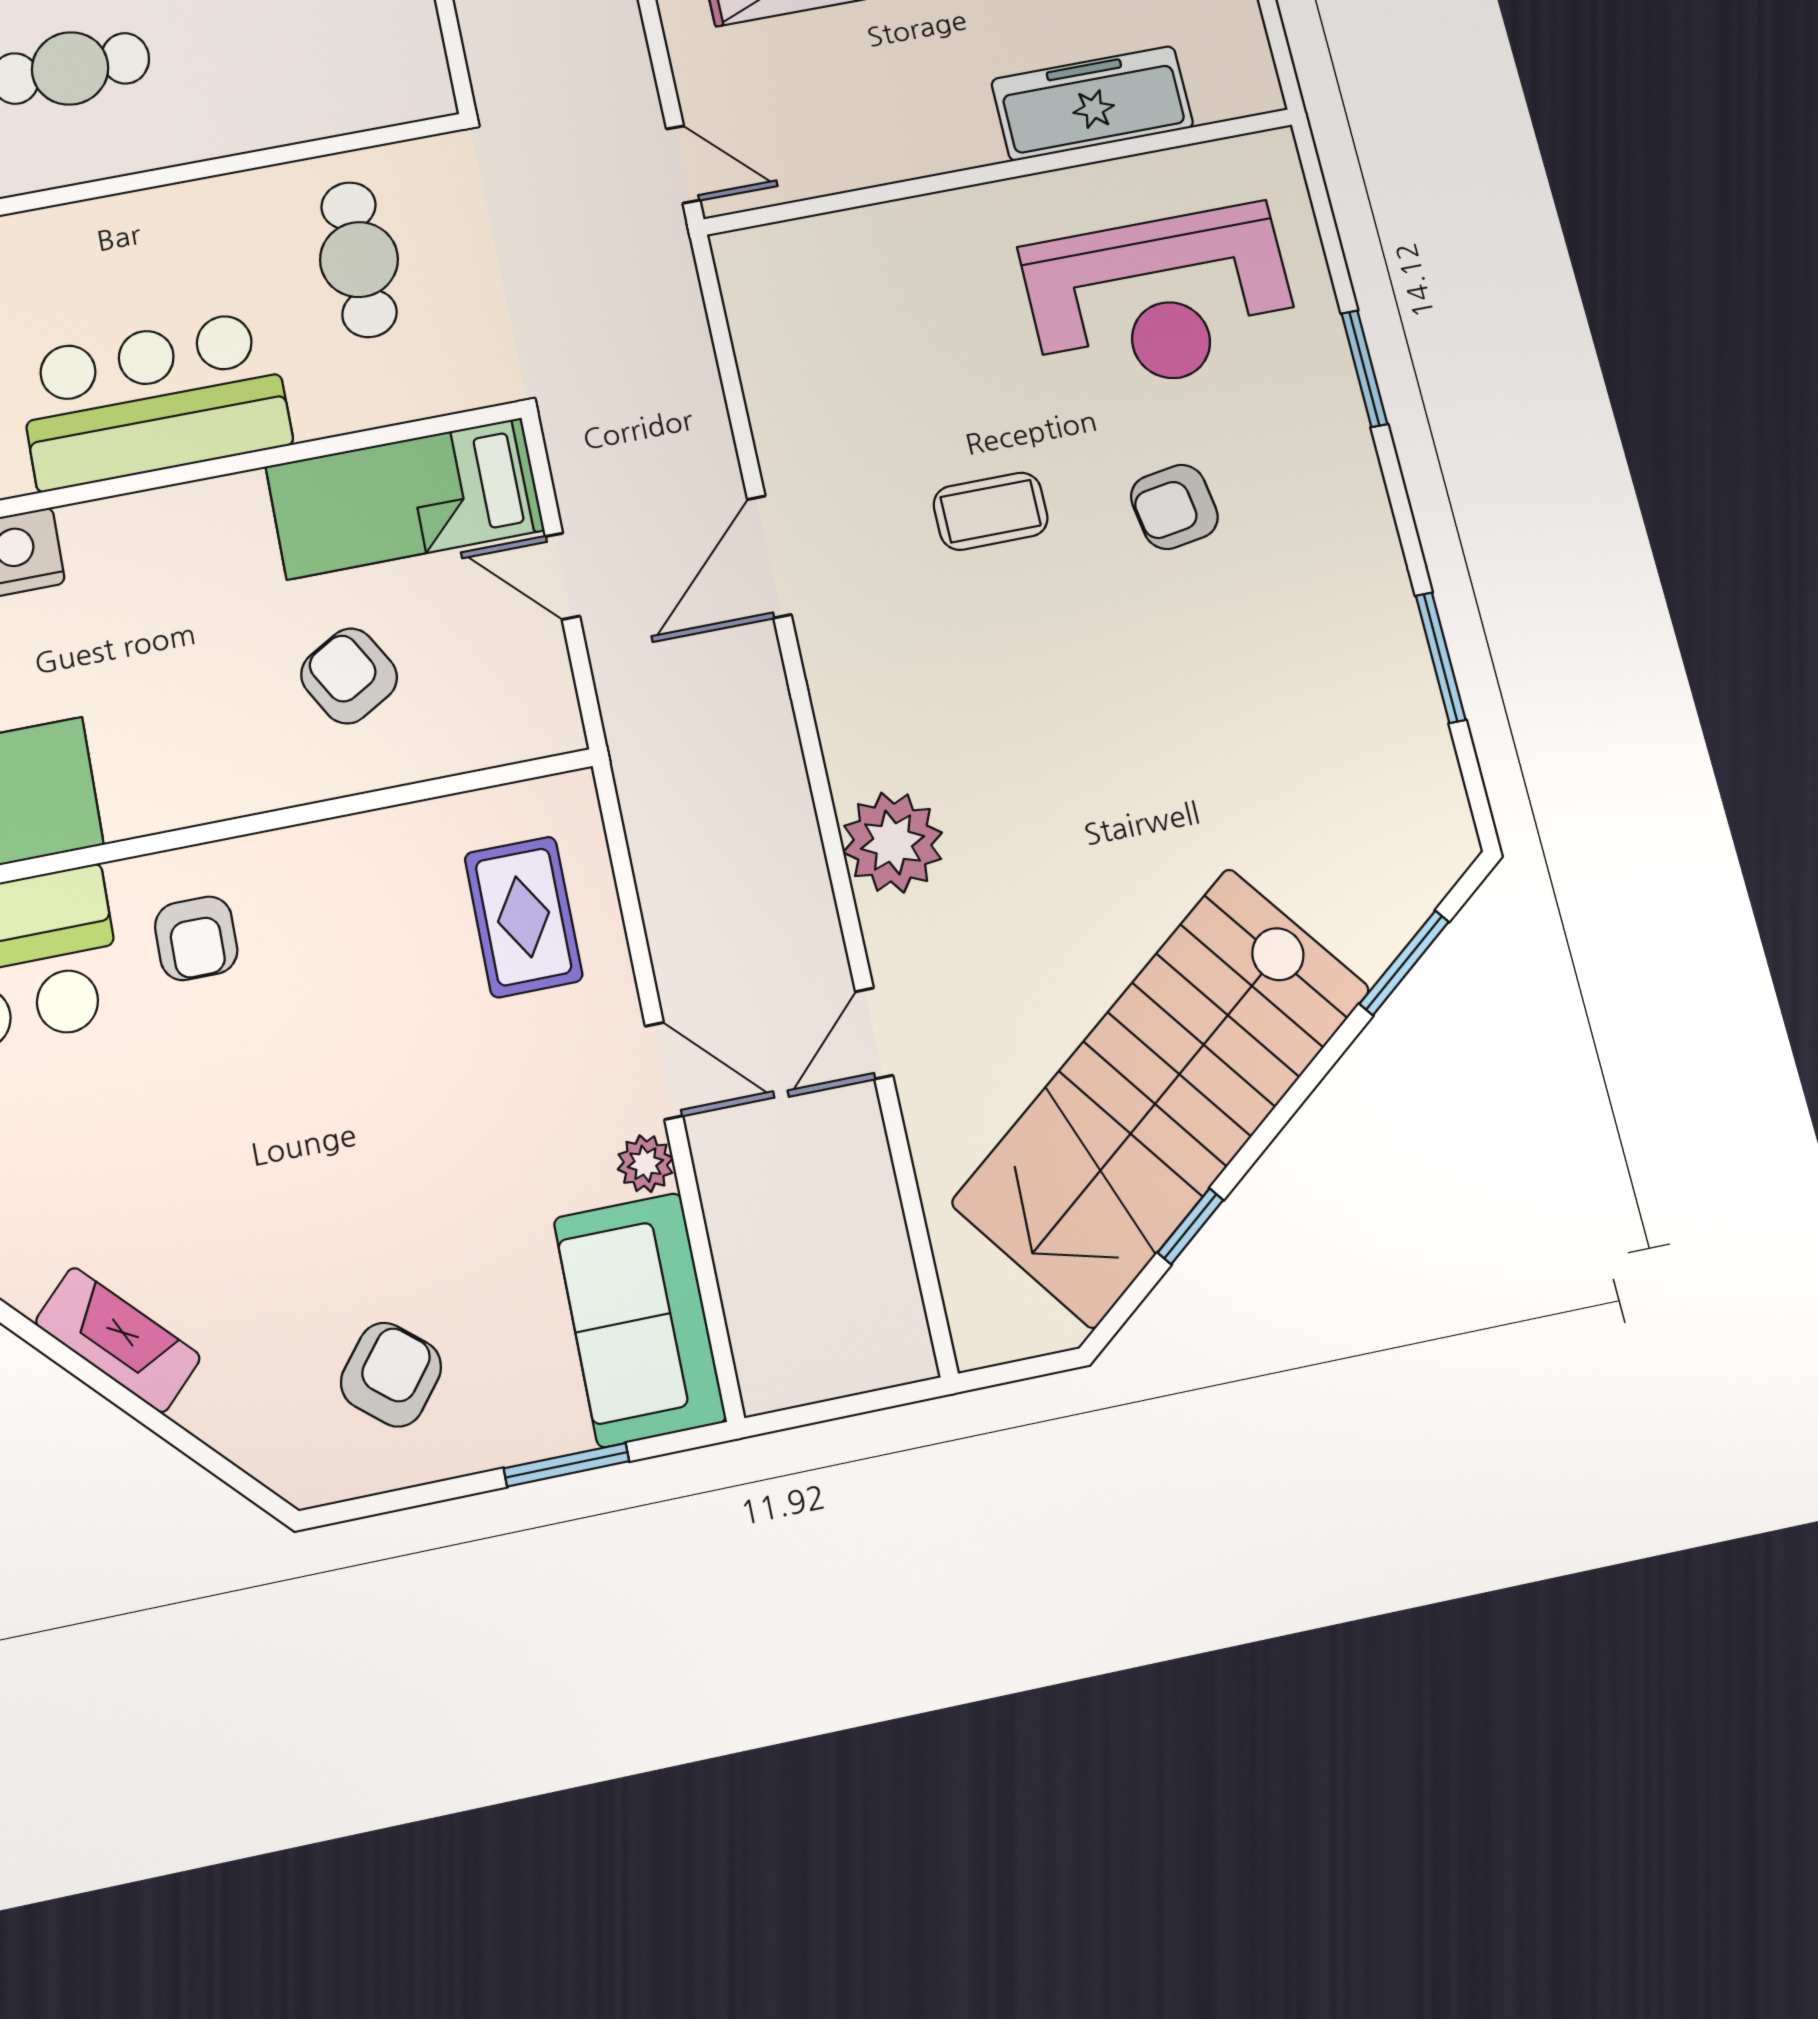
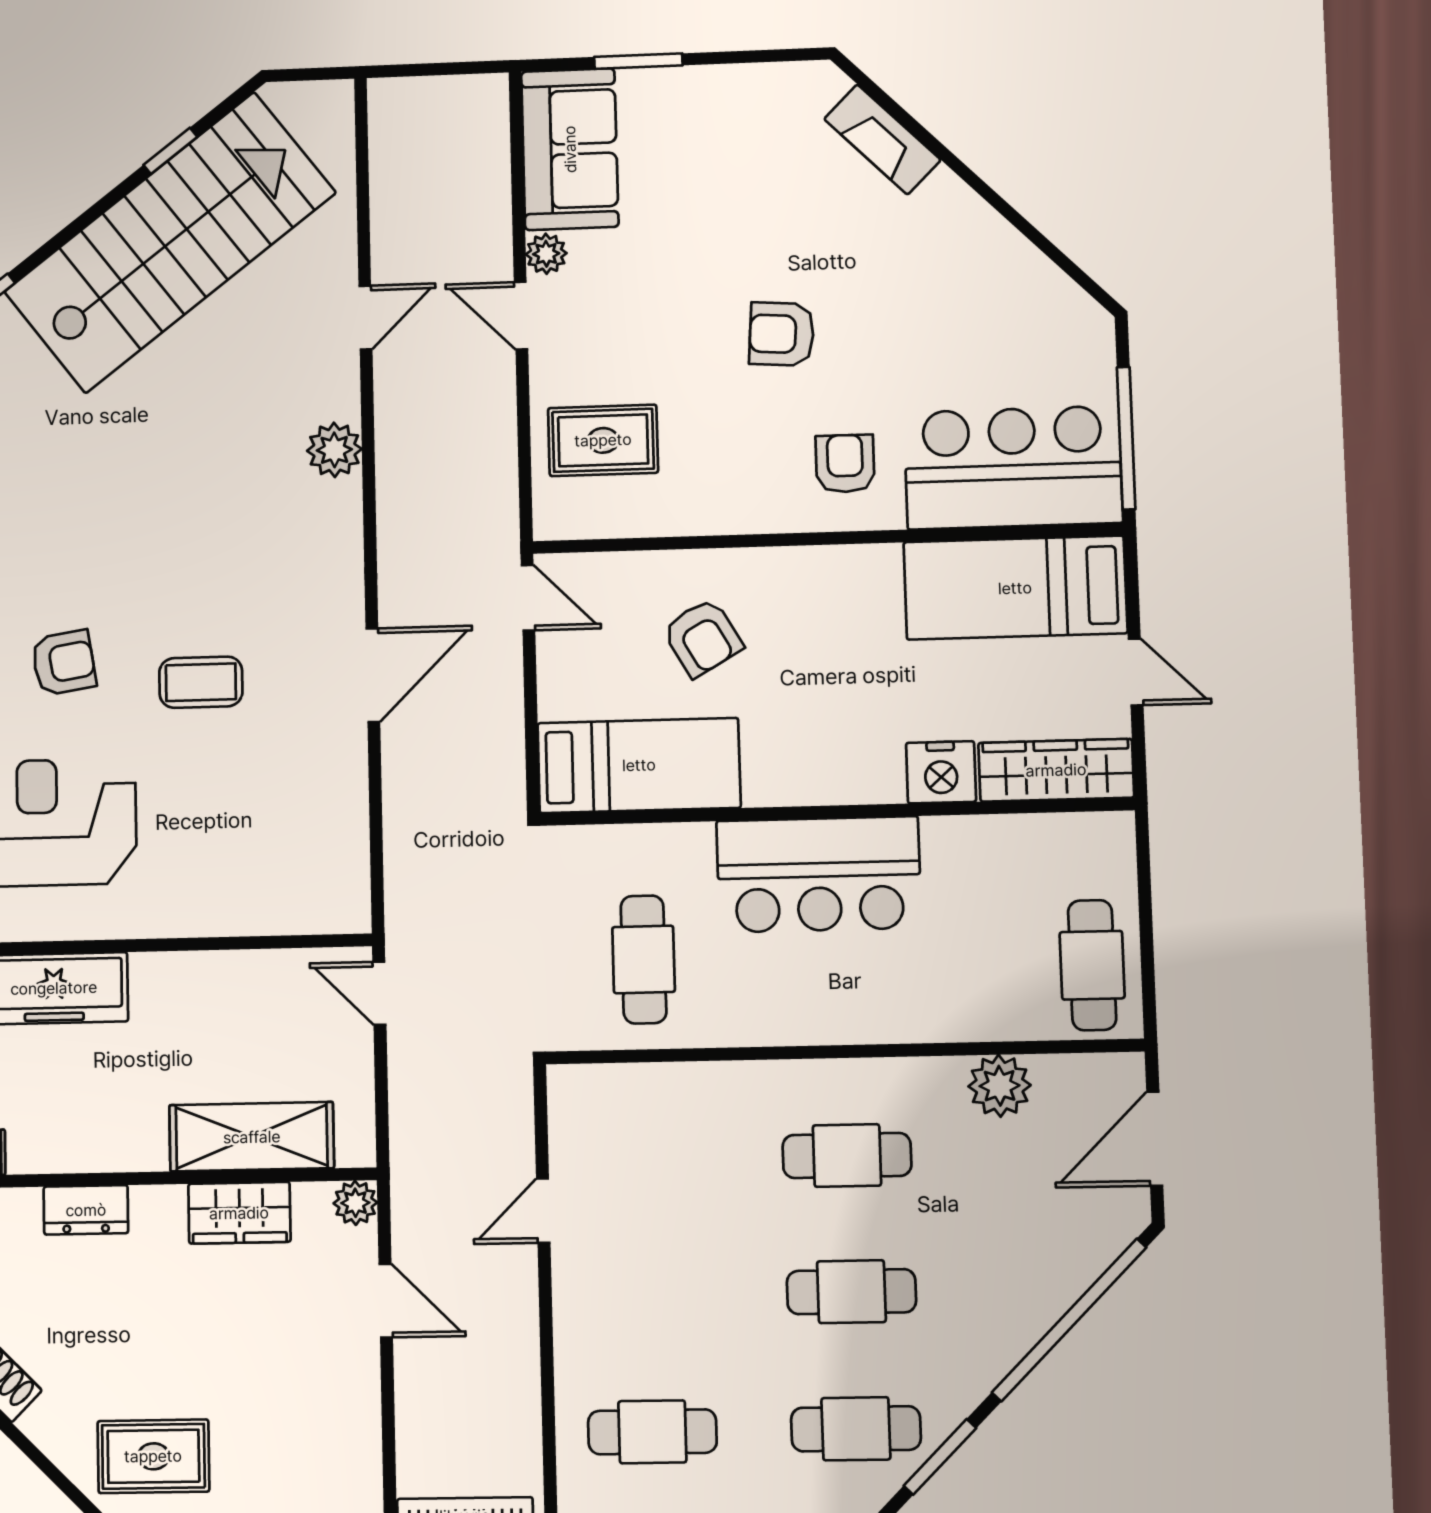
door: (562, 576) -> (528, 598), moved
plant: (893, 842) -> (334, 450), width x0.73, depth x0.73
rug: (524, 917) -> (603, 440), turned 90
fireplace: (118, 1340) -> (882, 139), moved
armchair: (391, 1375) -> (782, 334), moved, turned 55

